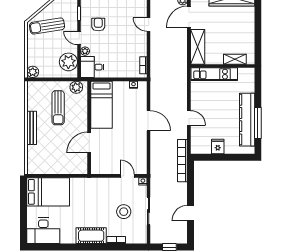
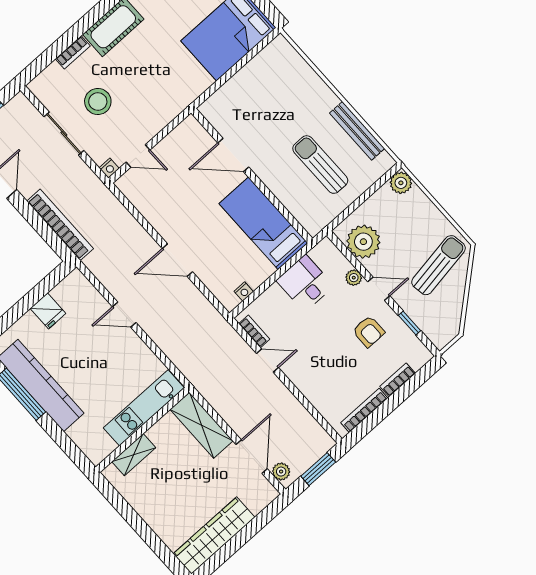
door: (149, 25) -> (267, 360), moved
desk: (92, 67) -> (305, 283), moved, turned -90
plant: (76, 87) -> (321, 216), removed
bench: (32, 128) -> (357, 131), moved
door: (89, 142) -> (233, 155), swing flipped
bookcase: (182, 161) -> (60, 225), moved

